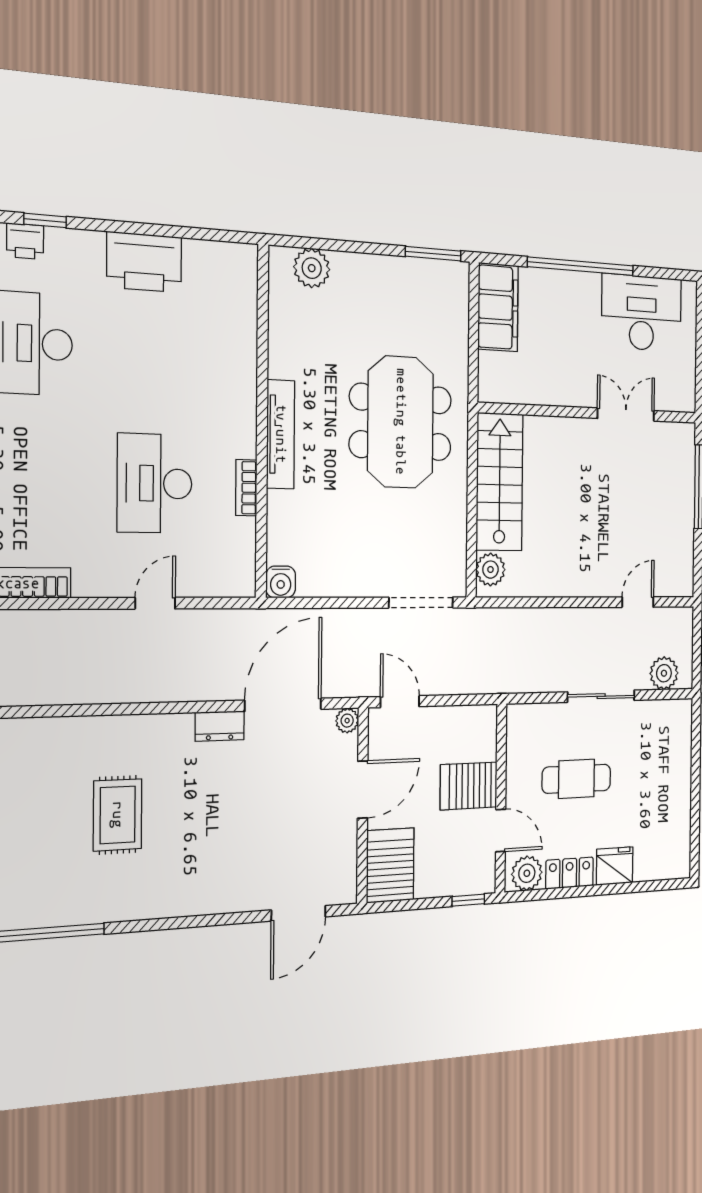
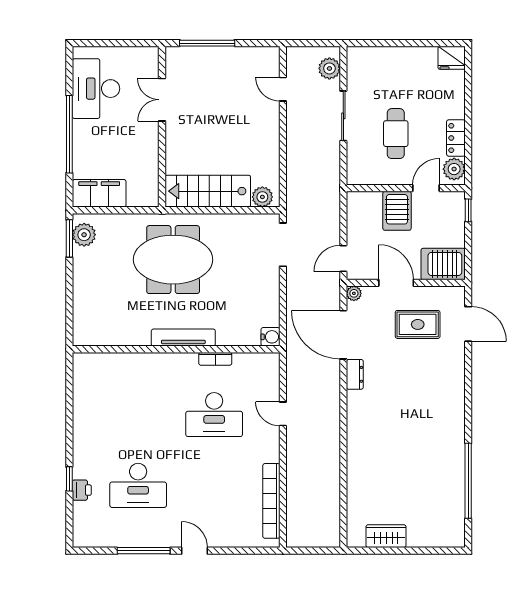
printer: (144, 262) -> (88, 422), removed
plant: (312, 268) -> (84, 235), moved
rug: (118, 815) -> (418, 324), moved
fridge: (615, 866) -> (452, 58), moved, turned -90

